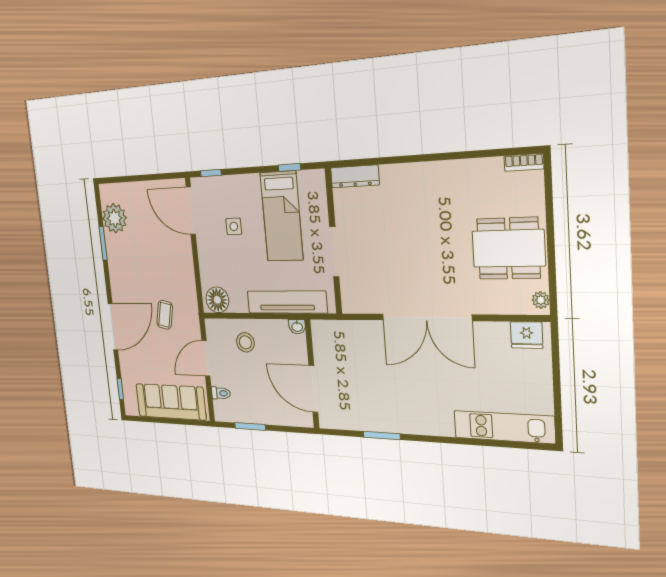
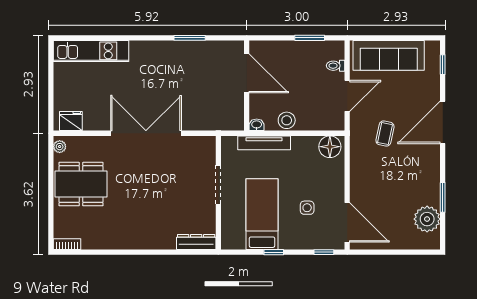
window: (289, 167) -> (274, 252), moved
tv unit: (287, 302) -> (264, 143), width x0.73, depth x0.78
stool: (245, 342) -> (287, 120), moved

